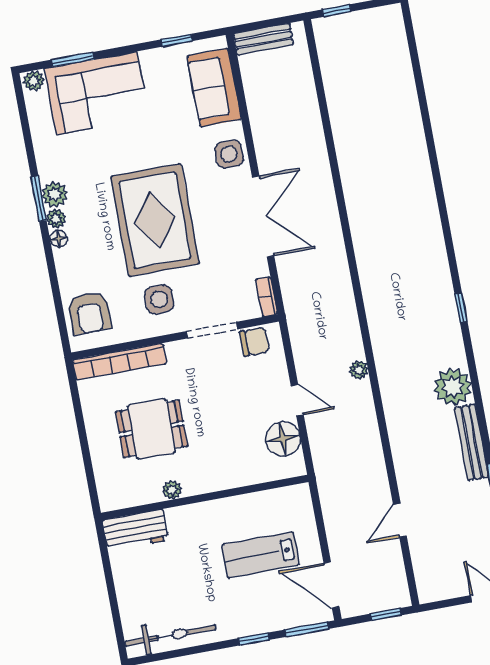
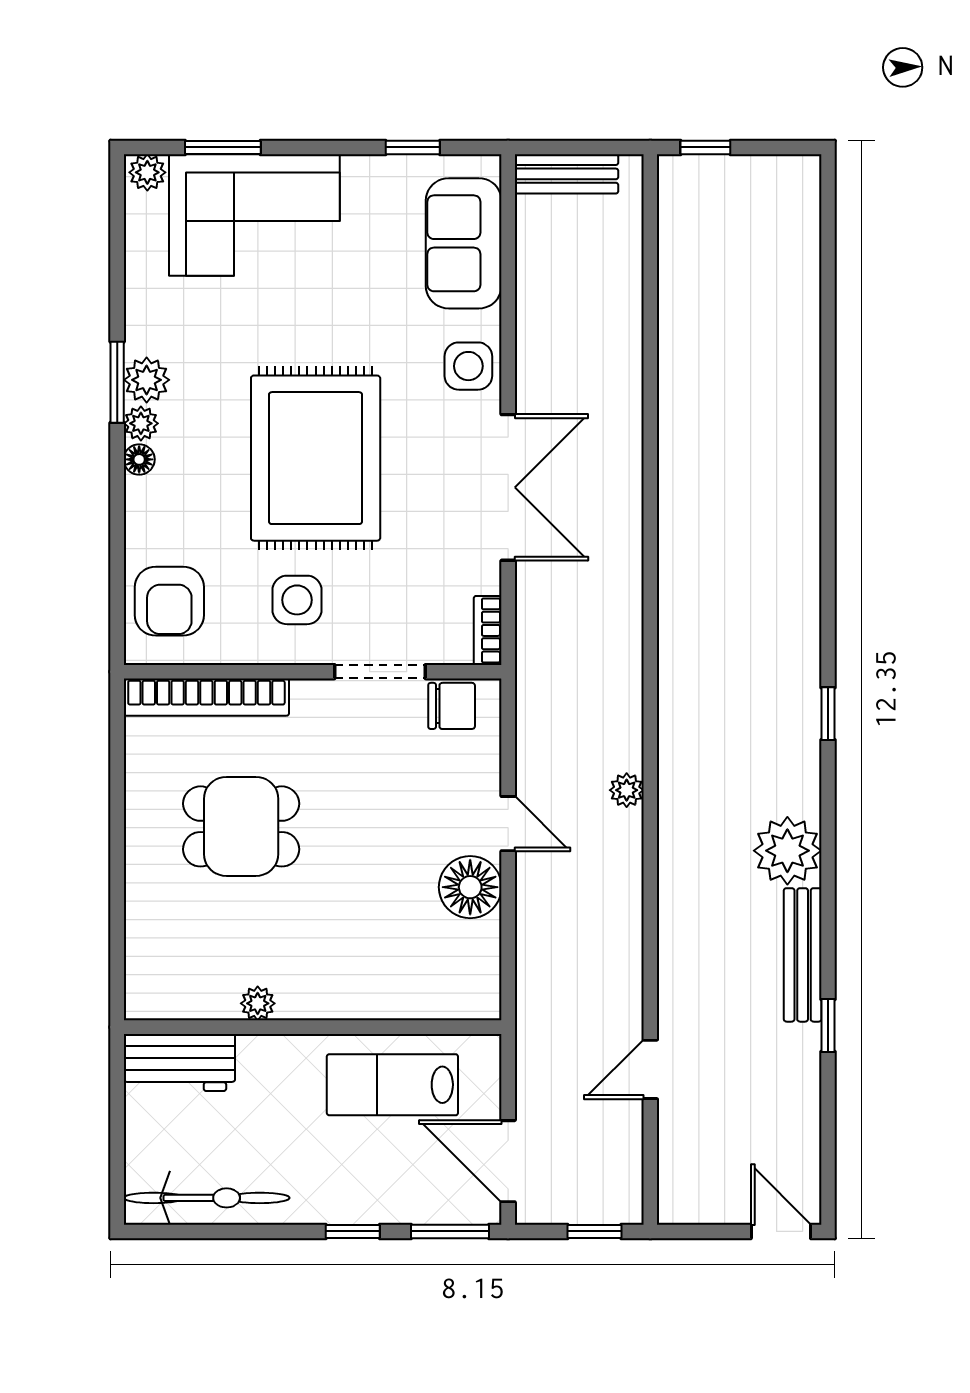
plant: (172, 490) -> (258, 1003), moved
wall: (205, 497) -> (313, 1027), moved
workbench: (135, 530) -> (179, 1062), moved

